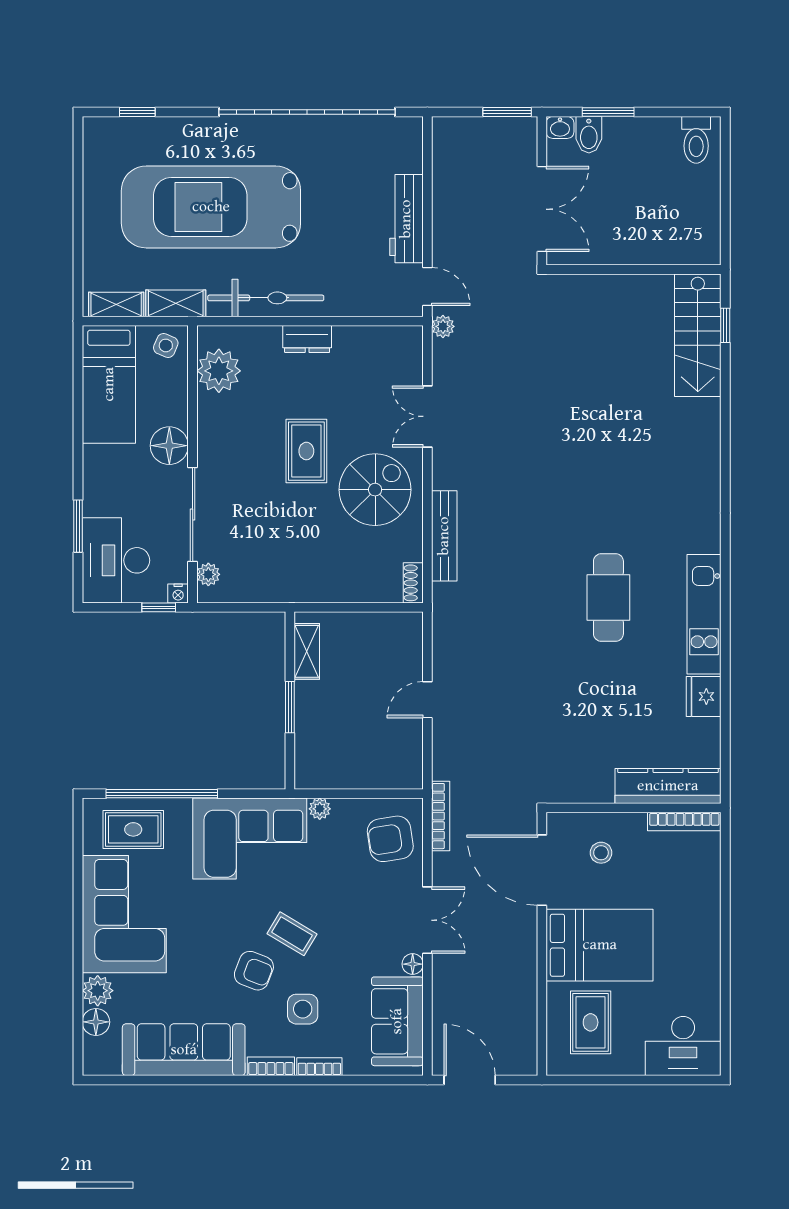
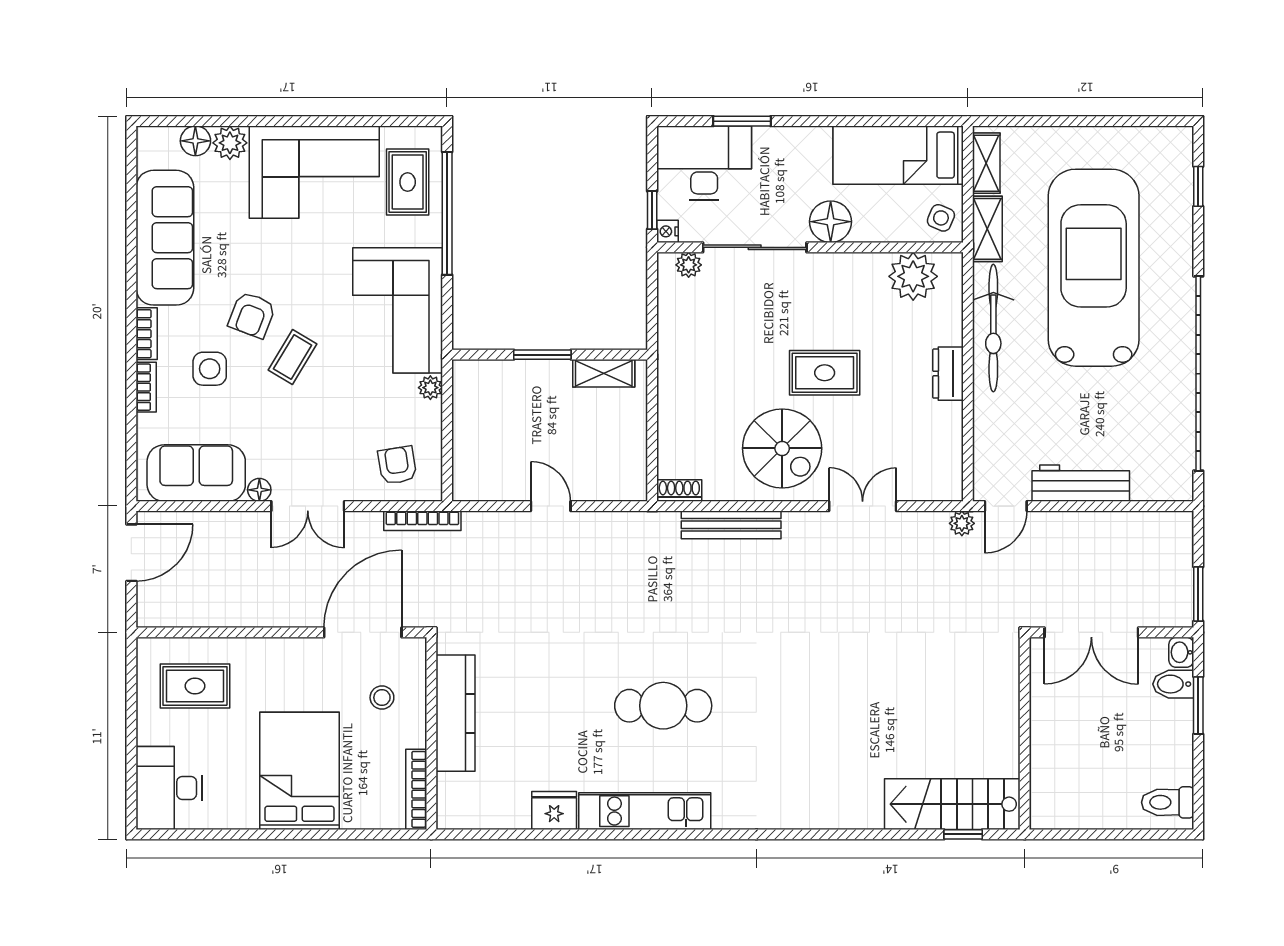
kitchen counter: (668, 786) -> (455, 713), moved
armchair: (390, 839) -> (397, 465), width x0.72, depth x0.72
bed: (600, 945) -> (299, 771), moved, turned 180

